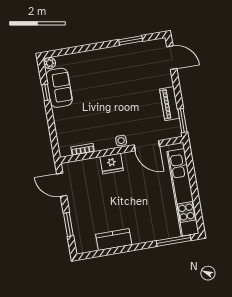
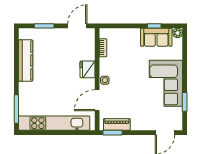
corner sofa: (112, 67) -> (166, 83), added
piano: (169, 104) -> (117, 124), moved
kitchen counter: (114, 239) -> (26, 61), width x1.50

